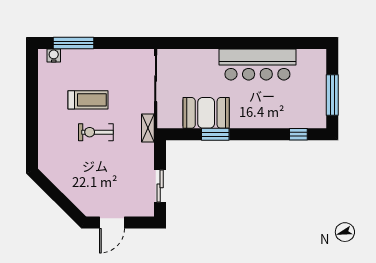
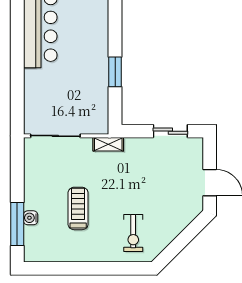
water cooler: (54, 55) -> (31, 218), moved
booth: (206, 113) -> (92, 82), removed
exercise bike: (96, 132) -> (133, 233), moved

